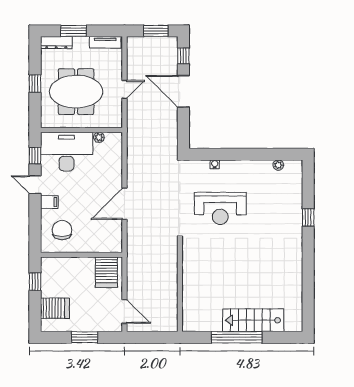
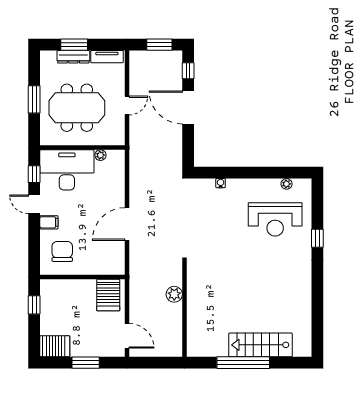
dresser: (56, 43) -> (73, 57), moved
window: (35, 84) -> (34, 99), width x1.50
reception desk: (220, 208) -> (275, 219), moved
plant: (170, 271) -> (174, 294), added
server rack: (55, 308) -> (55, 346), moved

